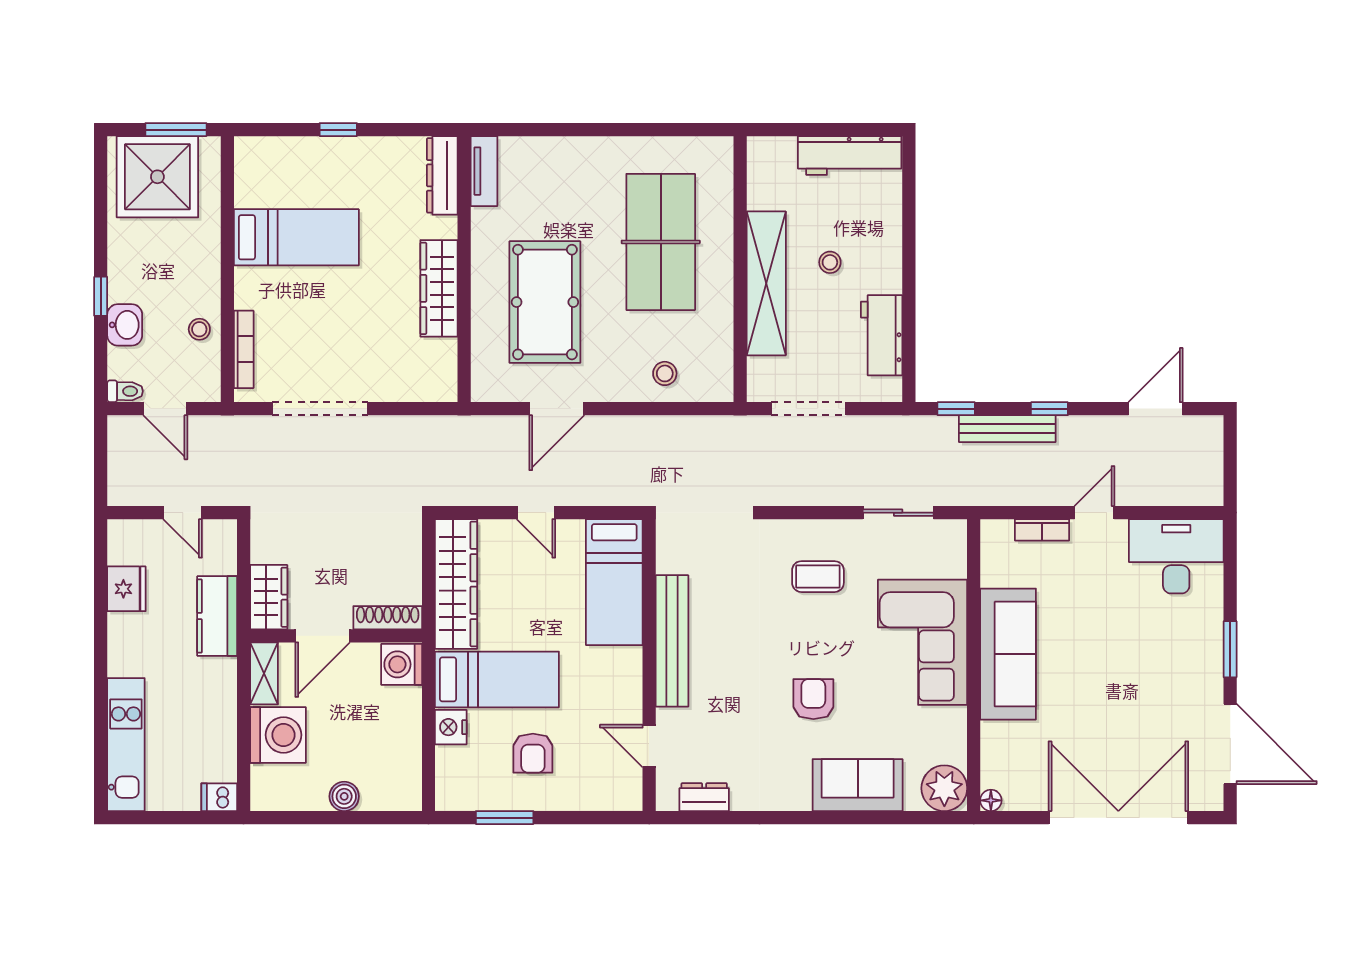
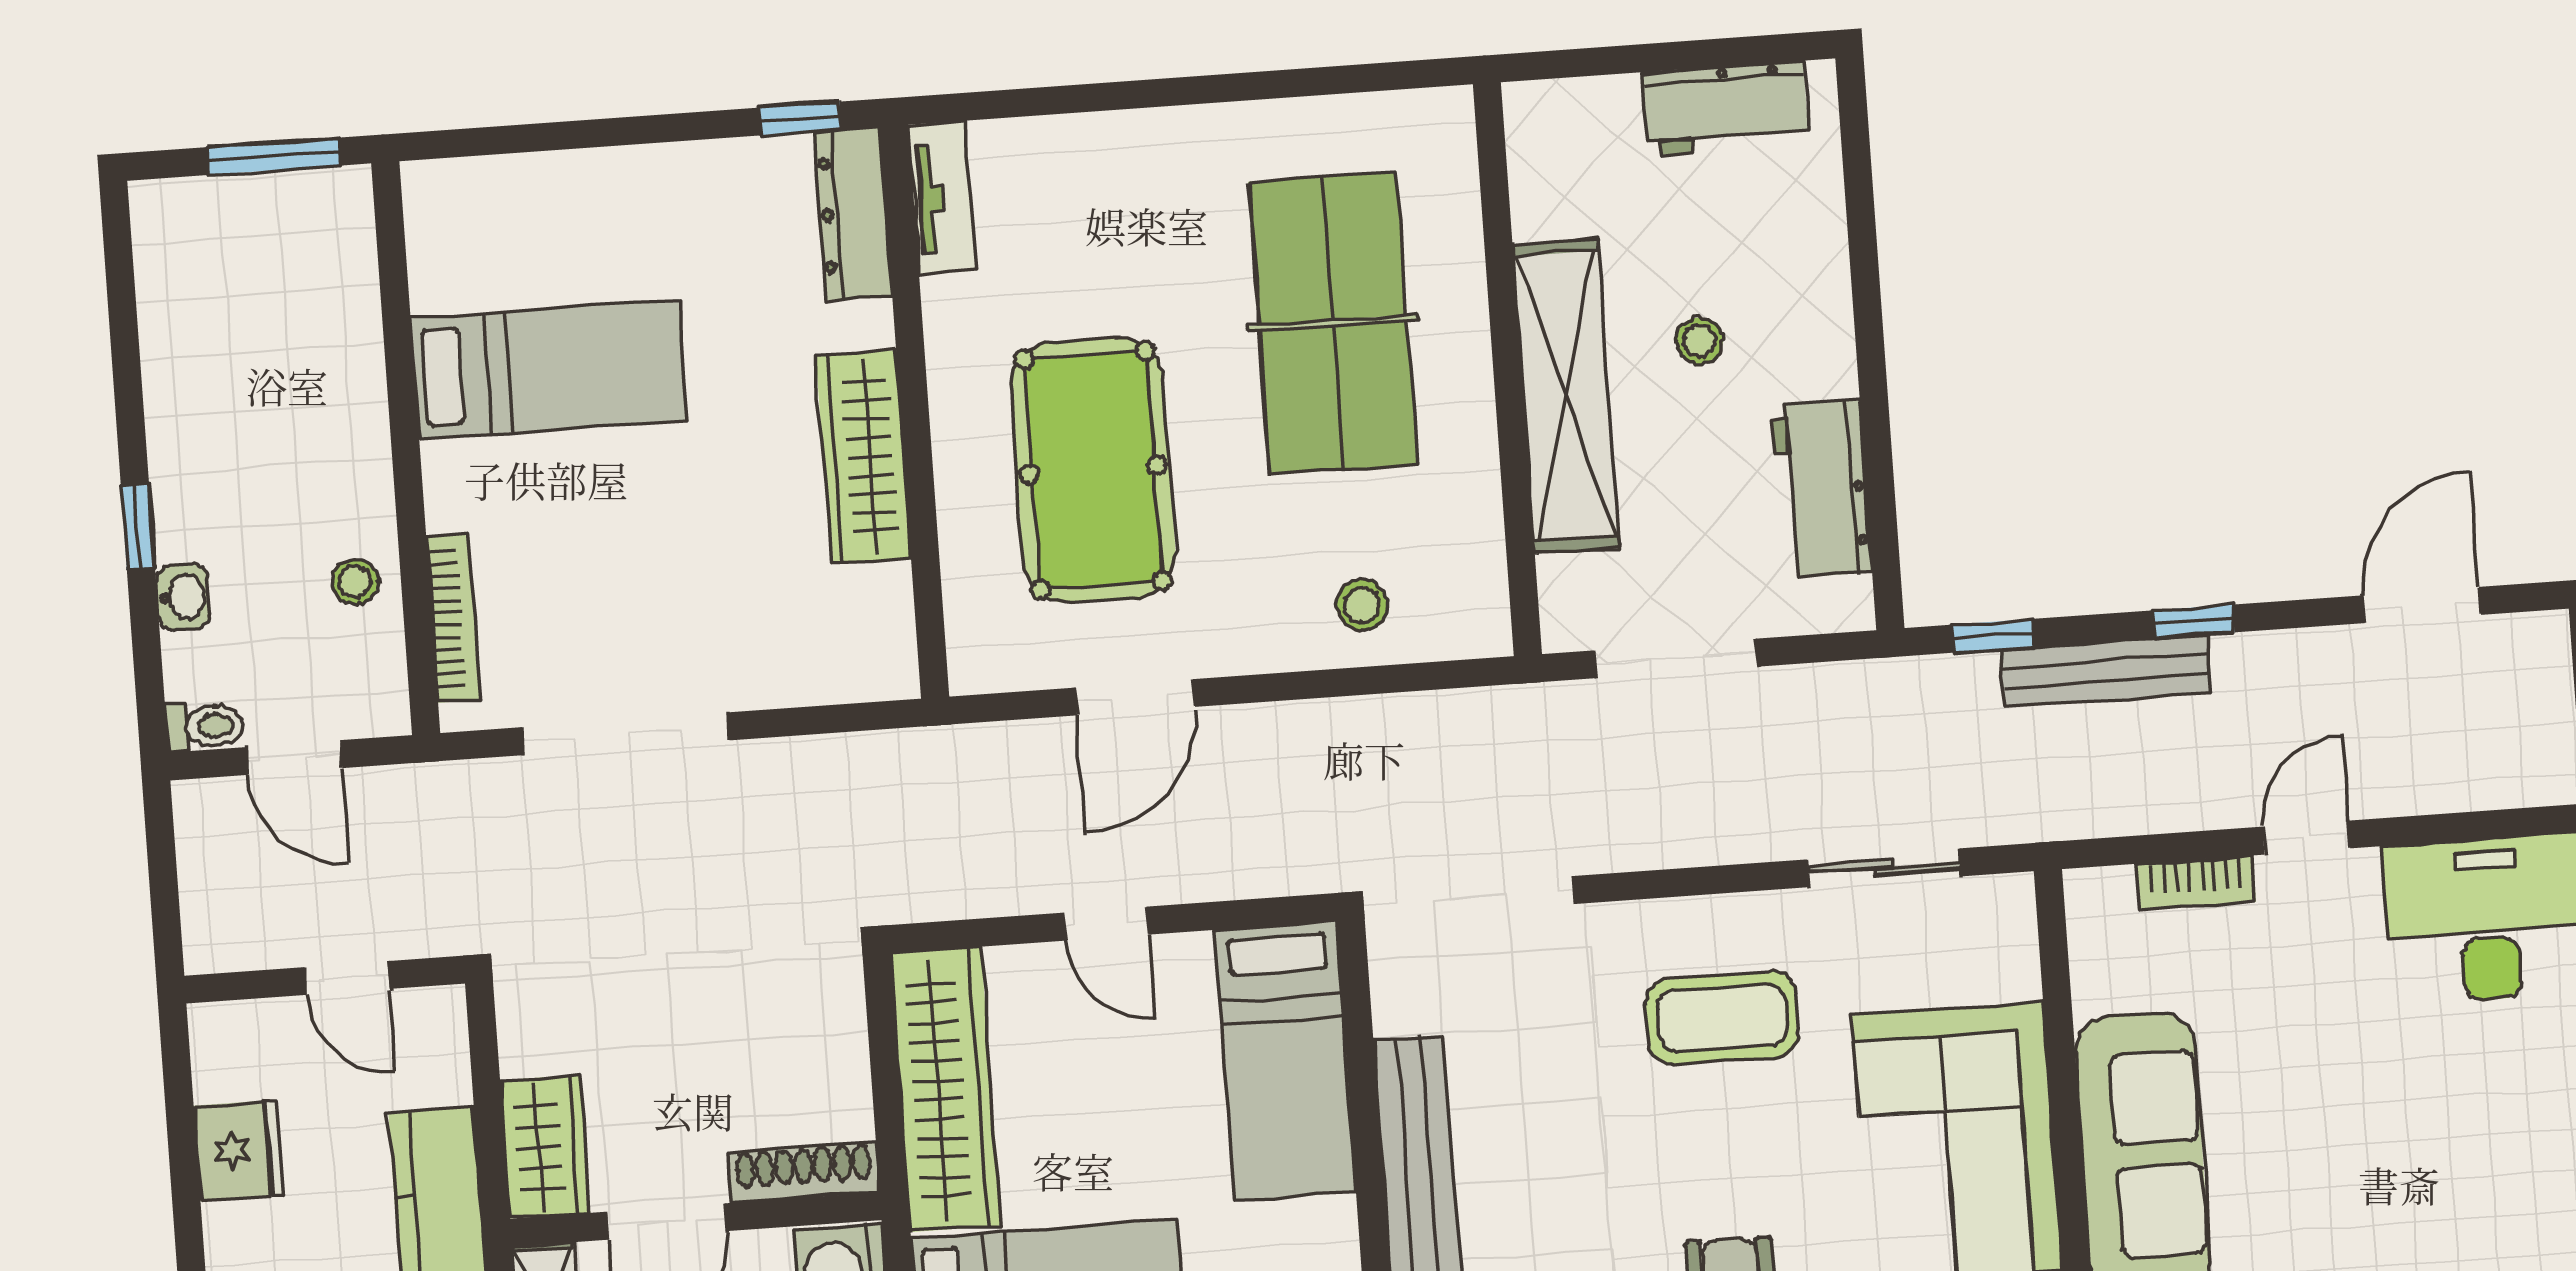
window: (338, 130) -> (800, 119), moved
workbench: (850, 156) -> (1725, 108), width x0.73
shower: (157, 177) -> (241, 261), removed
washbasin: (125, 325) -> (183, 597), width x0.72, depth x0.69
coffee table: (818, 577) -> (1722, 1018), width x1.36, depth x1.30

